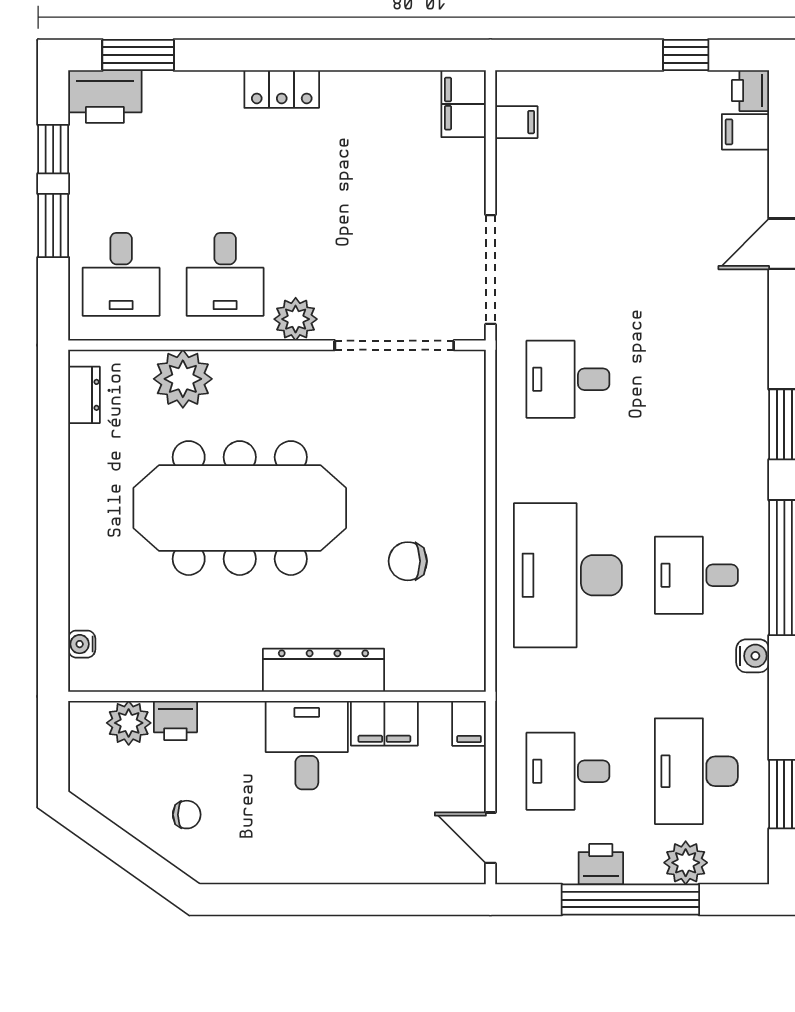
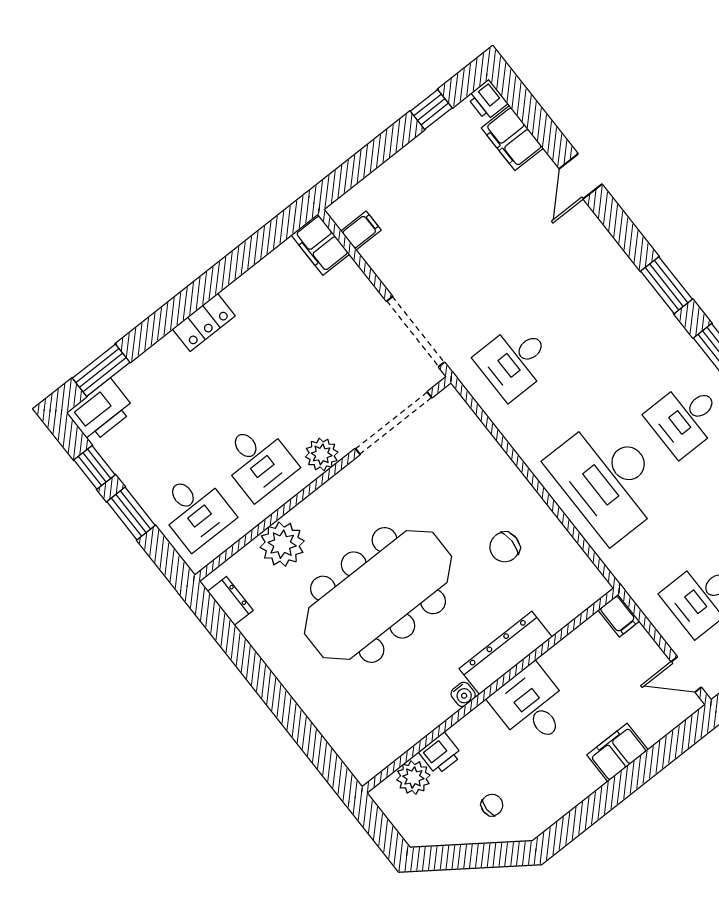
filing cabinet: (746, 132) -> (512, 138), width x2.00
water cooler: (82, 644) -> (463, 694), moved, turned -90
filing cabinet: (384, 723) -> (617, 752), moved, turned 180

